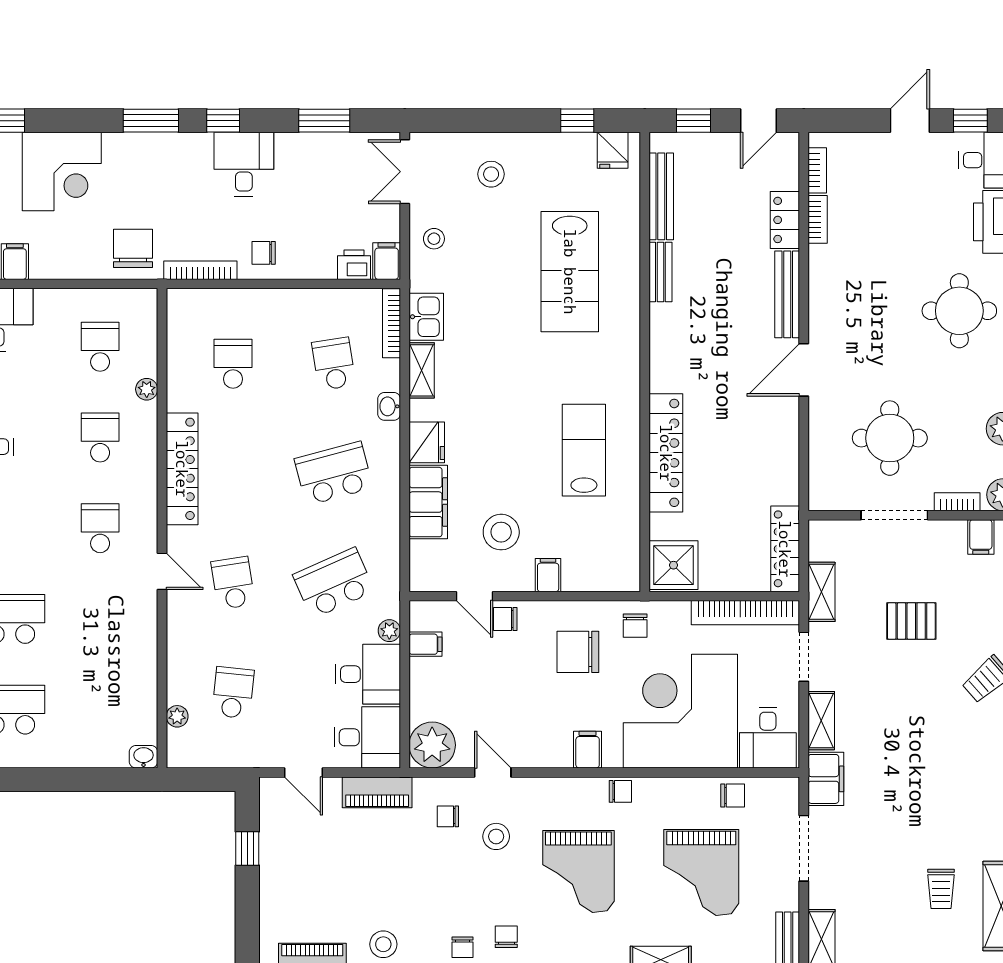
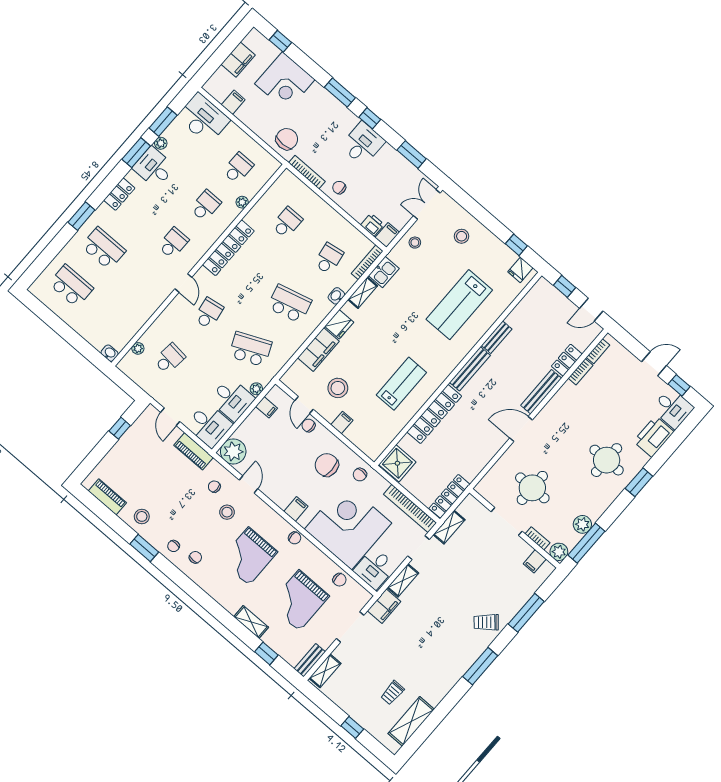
bench: (661, 196) -> (470, 369), moved
pallet: (911, 621) -> (476, 571), removed

